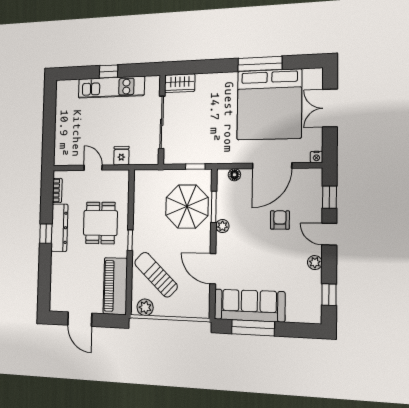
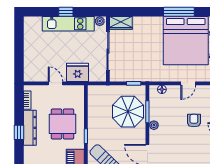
plant: (152, 82) -> (100, 21), added
fridge: (121, 156) -> (78, 72), width x1.88, depth x1.34
door: (272, 166) -> (188, 83), width x0.53

